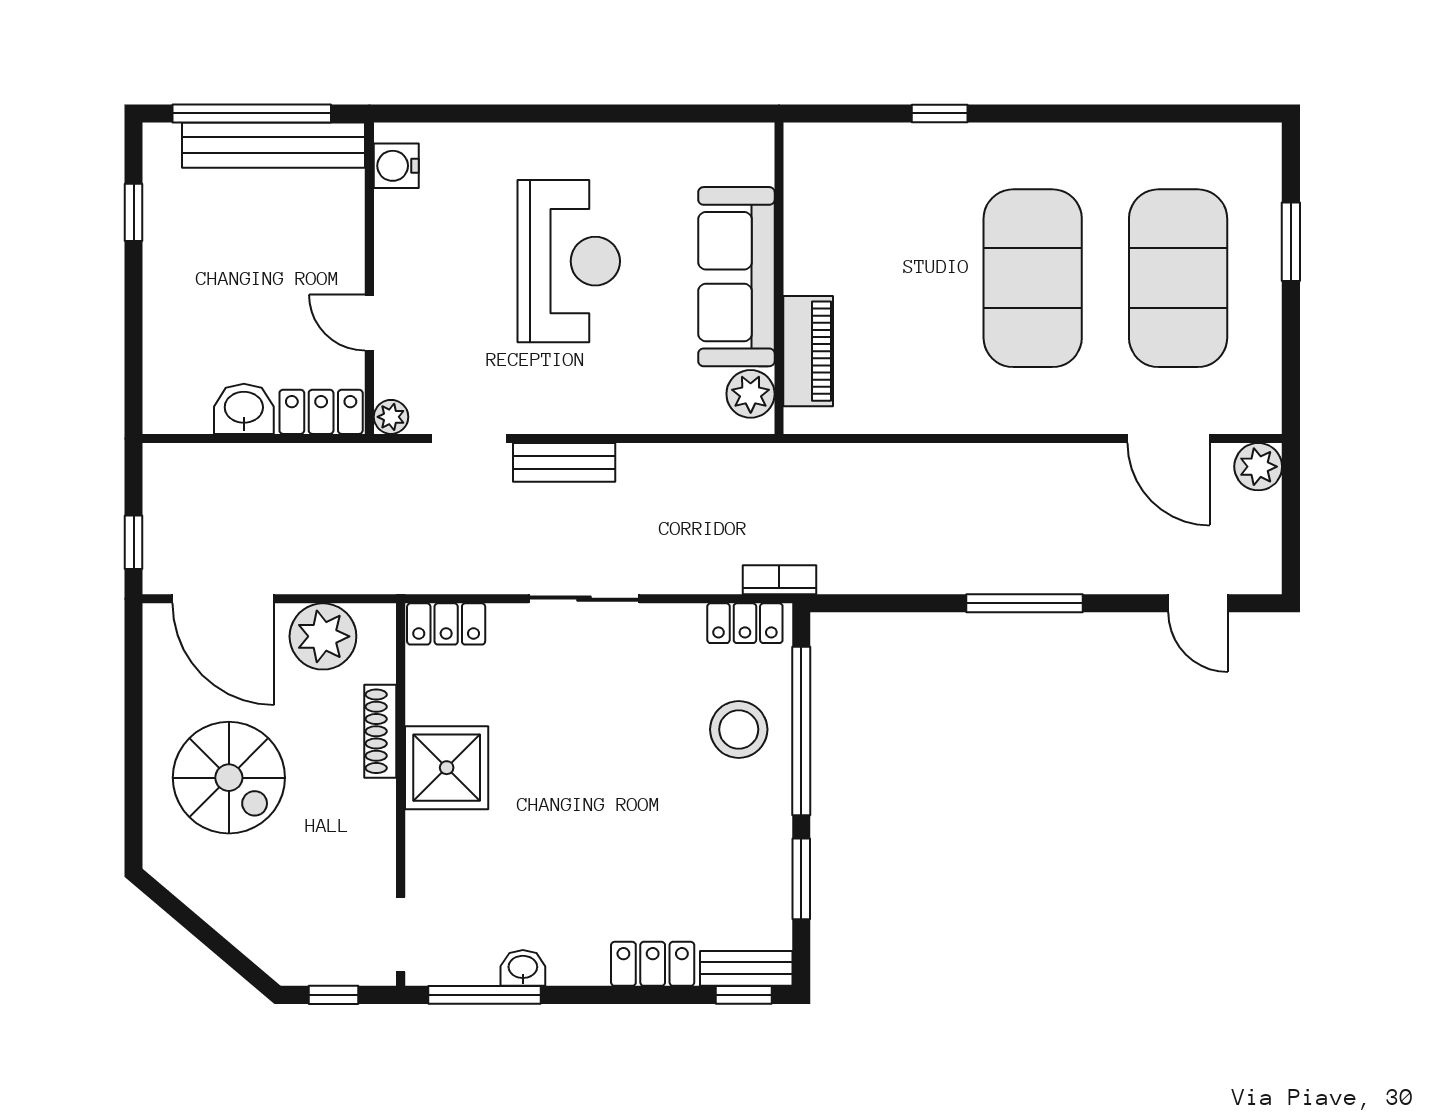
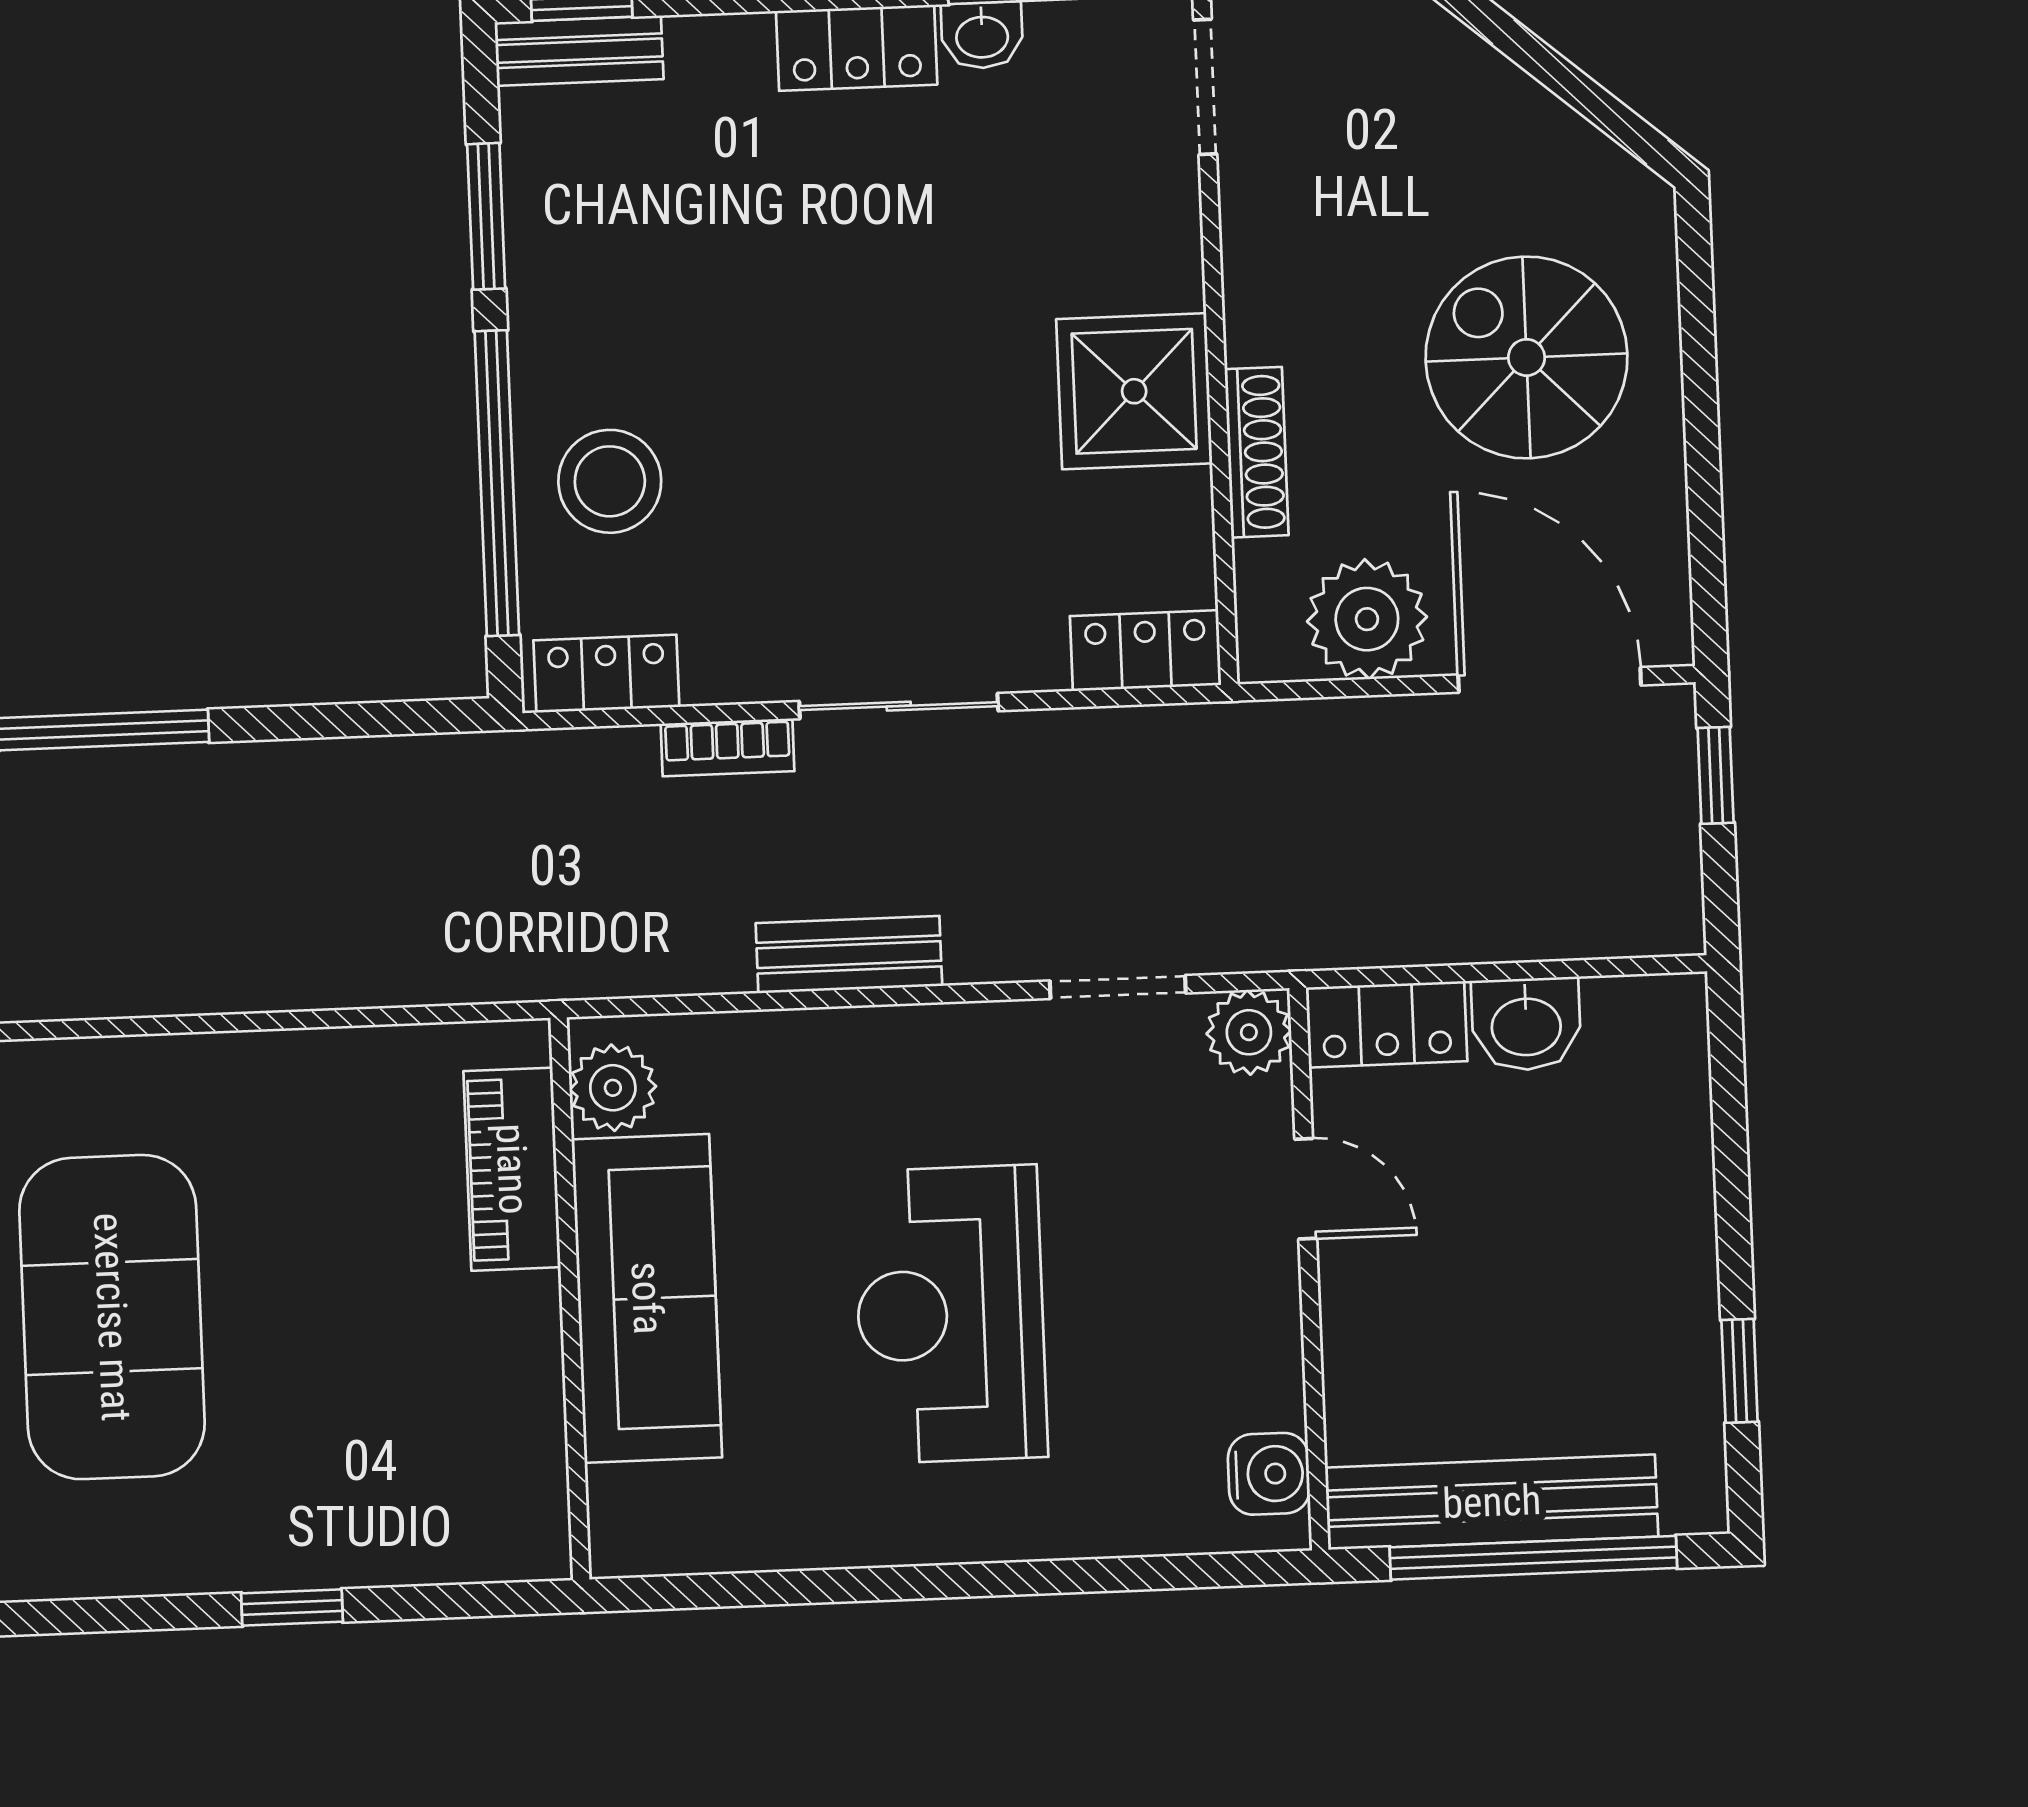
plant: (391, 417) -> (1249, 1032), width x1.38, depth x1.38
bench: (564, 462) -> (849, 955), moved
bookcase: (779, 580) -> (728, 747), moved
locker: (653, 964) -> (857, 48), moved

